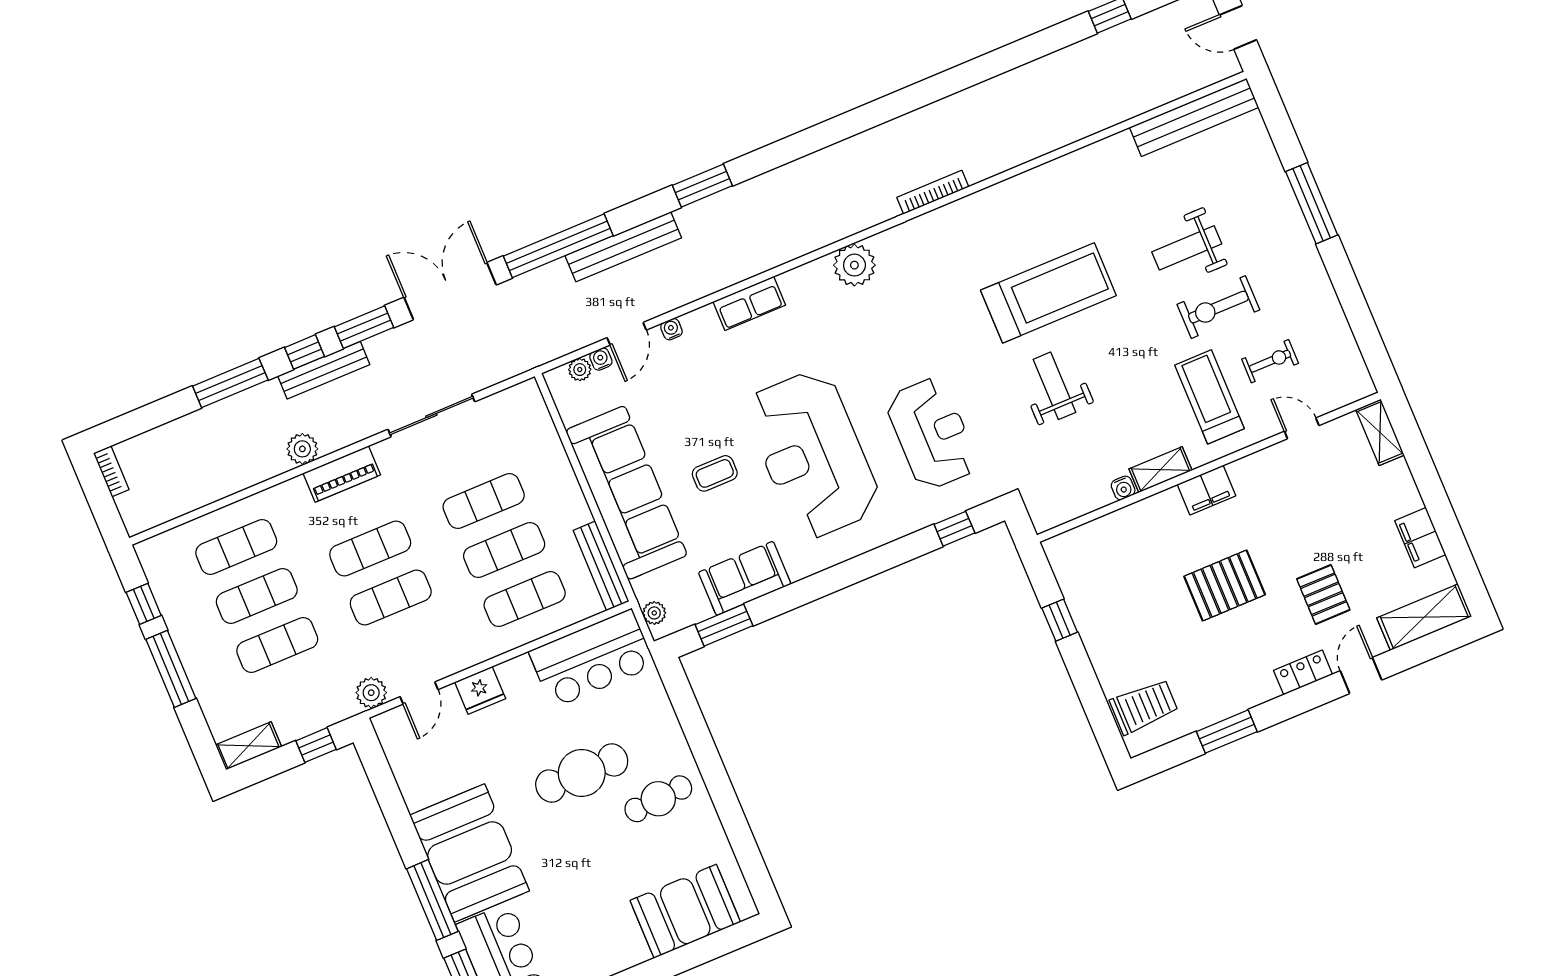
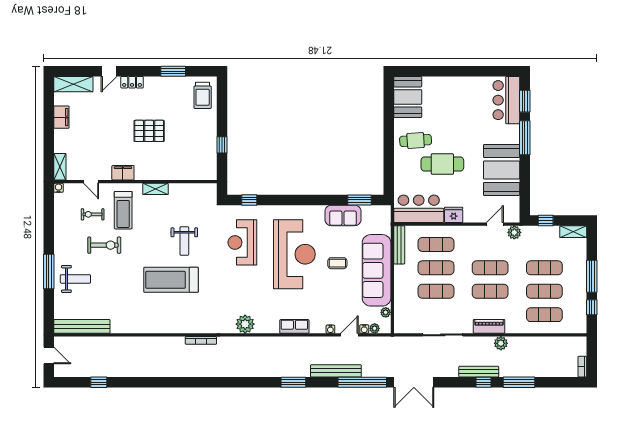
weight bench: (1187, 248) -> (75, 279), moved
window: (364, 327) -> (455, 382), removed
water cooler: (1123, 488) -> (58, 188), moved
filing cabinet: (1206, 490) -> (123, 173), moved
pallet: (1323, 594) -> (111, 110), removed
plant: (654, 613) -> (386, 312), moved
fridge: (480, 690) -> (454, 215), moved
trolley: (1144, 707) -> (203, 95), turned -90
booth: (470, 853) -> (502, 170), moved
booth: (685, 911) -> (408, 97), moved, turned 90

